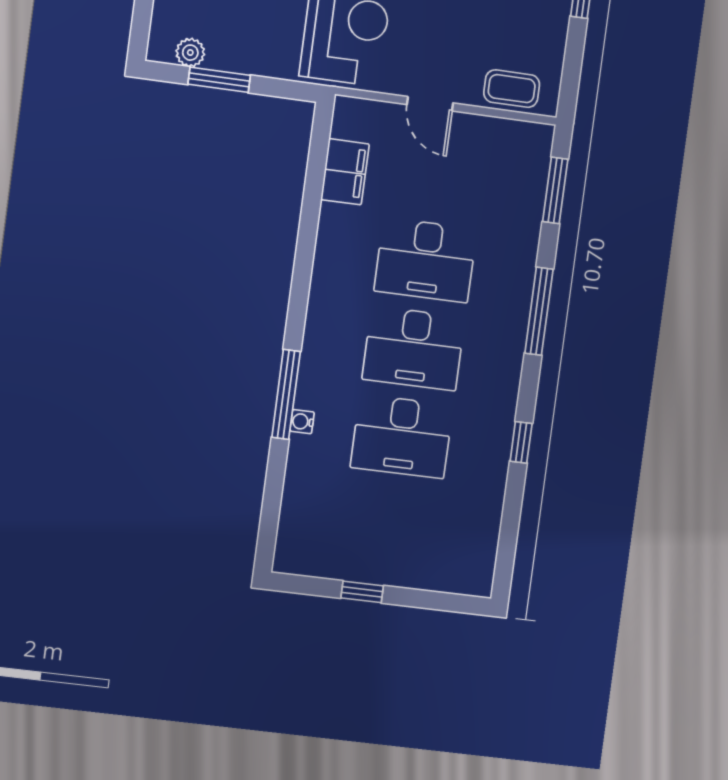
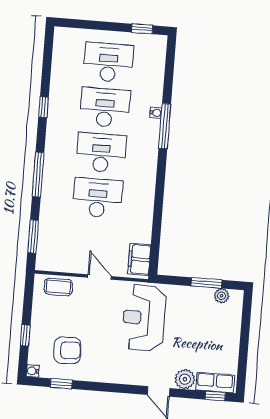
filing cabinet: (345, 172) -> (139, 259), moved
desk: (390, 524) -> (108, 62), added
window: (362, 592) -> (142, 29), moved

